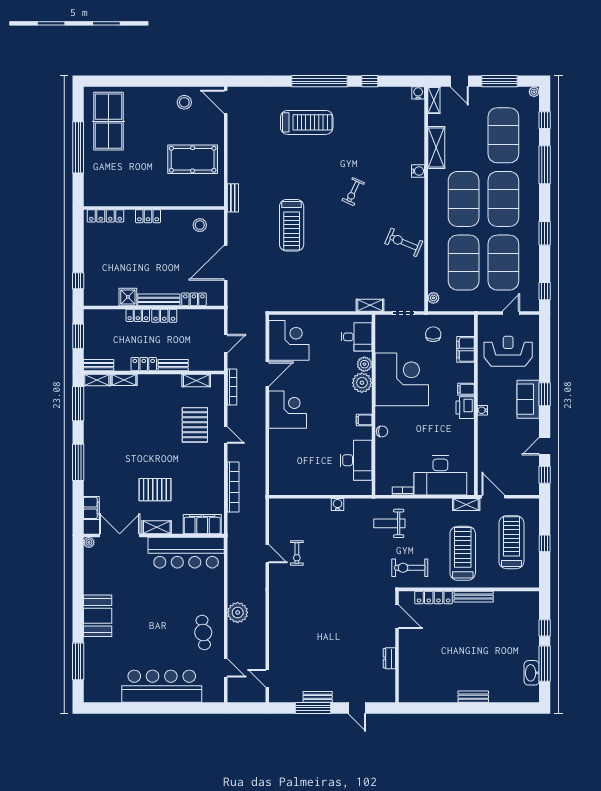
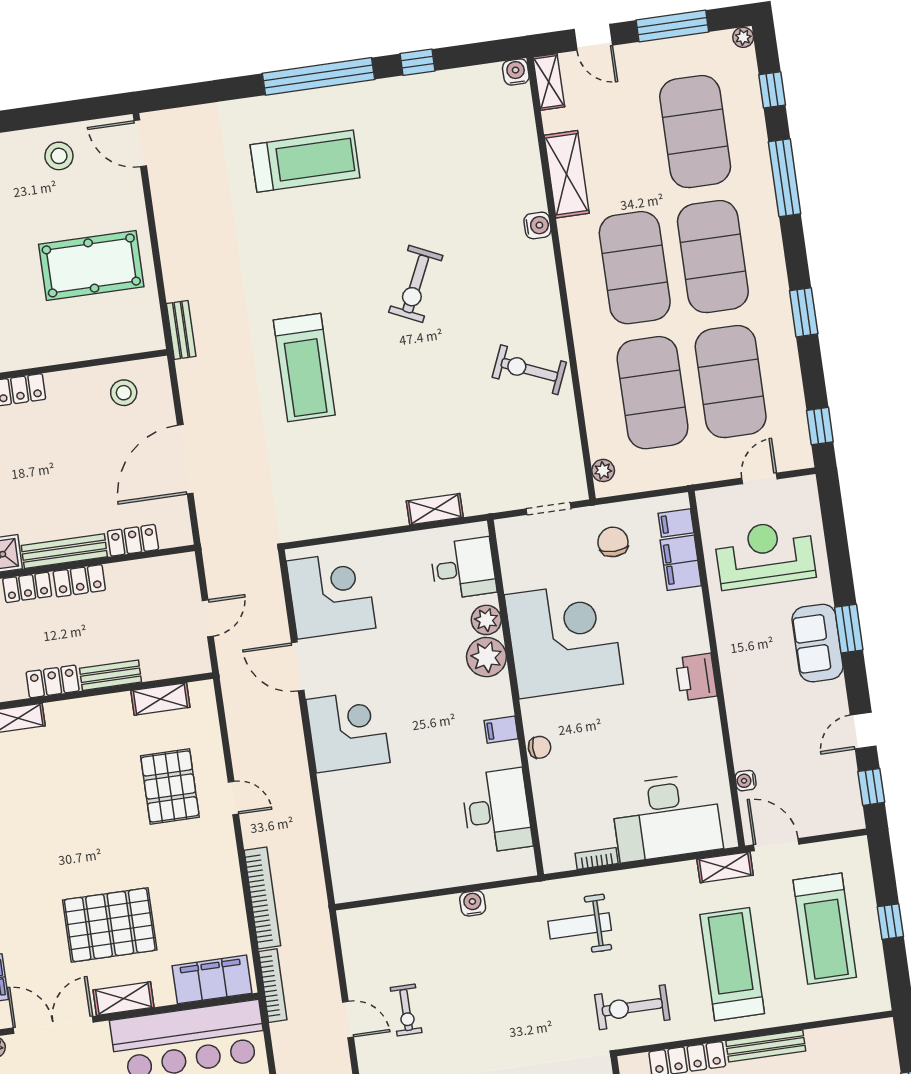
exercise bike: (353, 192) -> (416, 284), width x1.38, depth x1.39
shelving: (370, 305) -> (435, 509), moved
door: (267, 374) -> (298, 667), swing flipped
bookcase: (232, 387) -> (273, 986), moved
filing cabinet: (466, 389) -> (676, 523), moved
water cooler: (482, 410) -> (746, 781), moved
pallet: (155, 490) -> (110, 925), width x1.37, depth x1.41
treadmill: (511, 542) -> (825, 929), turned 180

